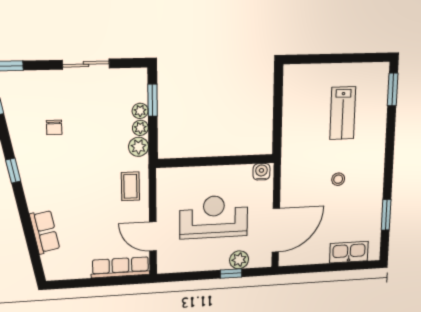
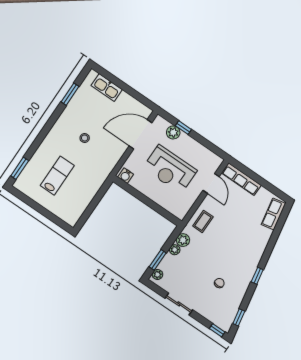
plant: (140, 111) -> (158, 274), moved
row of seats: (45, 232) -> (273, 214), moved

